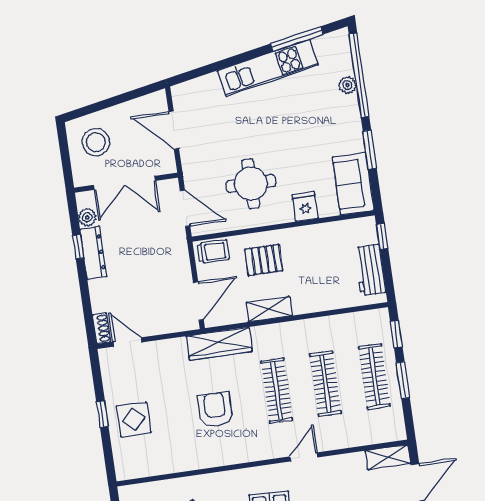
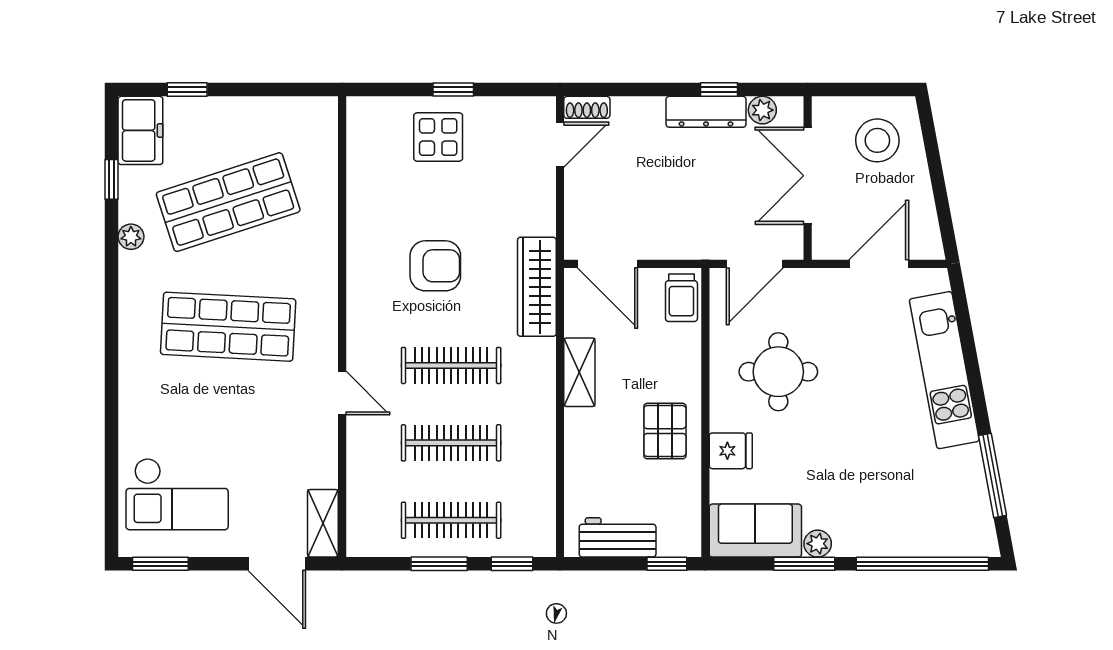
kitchen unit: (268, 68) -> (944, 370), moved
plant: (347, 85) -> (818, 544), moved
pallet: (264, 260) -> (665, 431), moved

